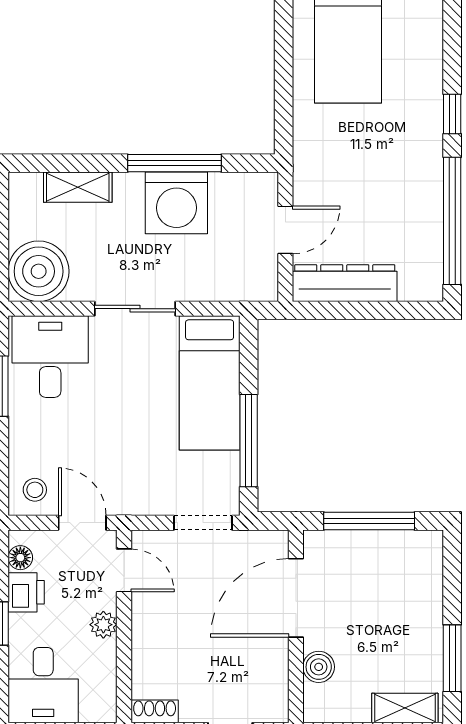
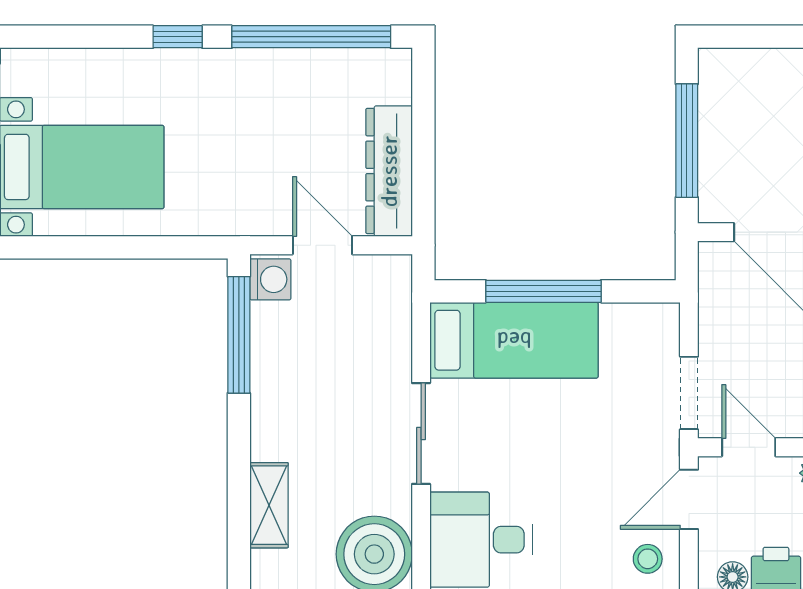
window: (175, 163) -> (239, 335), moved
washing machine: (176, 203) -> (270, 279), moved, width x0.53, depth x0.53
window: (249, 441) -> (543, 291), moved
doorway: (203, 523) -> (689, 393), moved
door: (124, 570) -> (749, 447), hinge flipped

